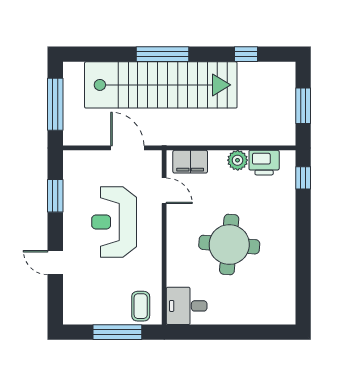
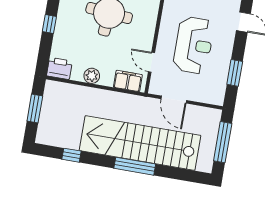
printer: (264, 163) -> (59, 68), moved
window: (303, 178) -> (49, 24), moved

